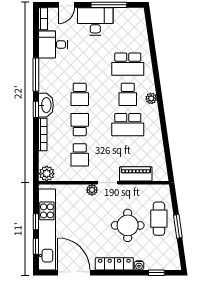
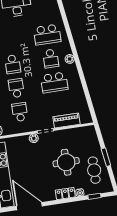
school desk: (80, 155) -> (20, 112), turned 180
cafe table: (159, 219) -> (94, 170), moved
locker: (114, 264) -> (65, 194), width x0.66

